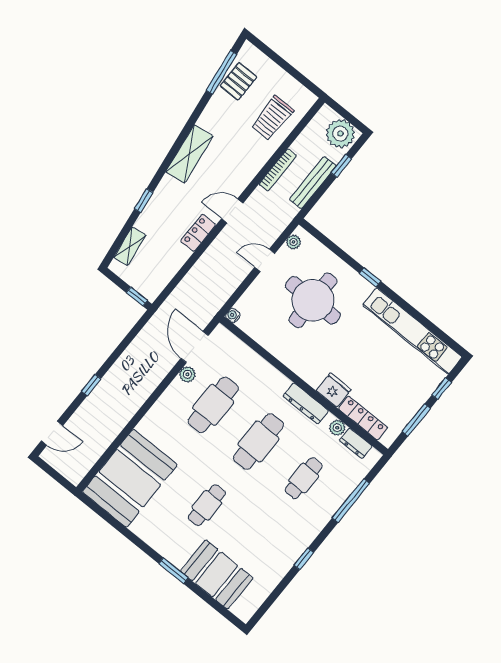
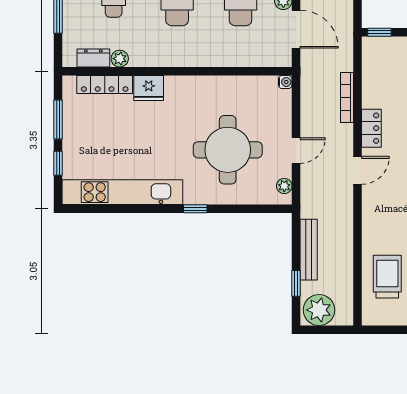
bookcase: (278, 170) -> (347, 98), moved
dresser: (306, 404) -> (163, 57), removed

